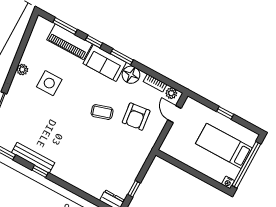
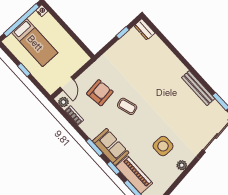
floor lamp: (131, 75) -> (92, 129), removed
window: (40, 171) -> (196, 75), removed

